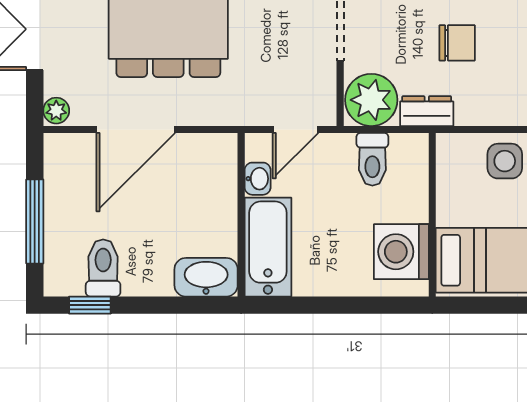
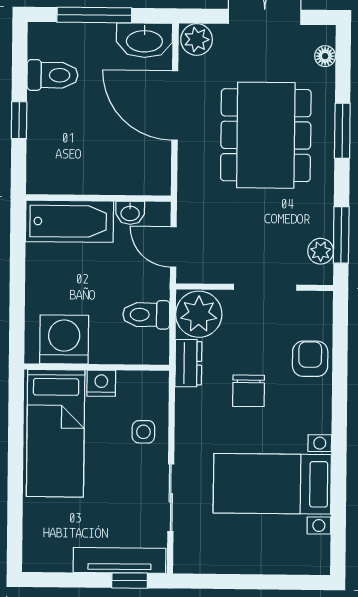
plant: (56, 111) -> (197, 39), width x1.38, depth x1.38
side table: (505, 161) -> (143, 432), width x0.73, depth x0.73
nightstand: (450, 209) -> (101, 383), added
washbasin: (206, 277) -> (144, 40), moved, turned 90
window: (90, 305) -> (19, 120), moved

